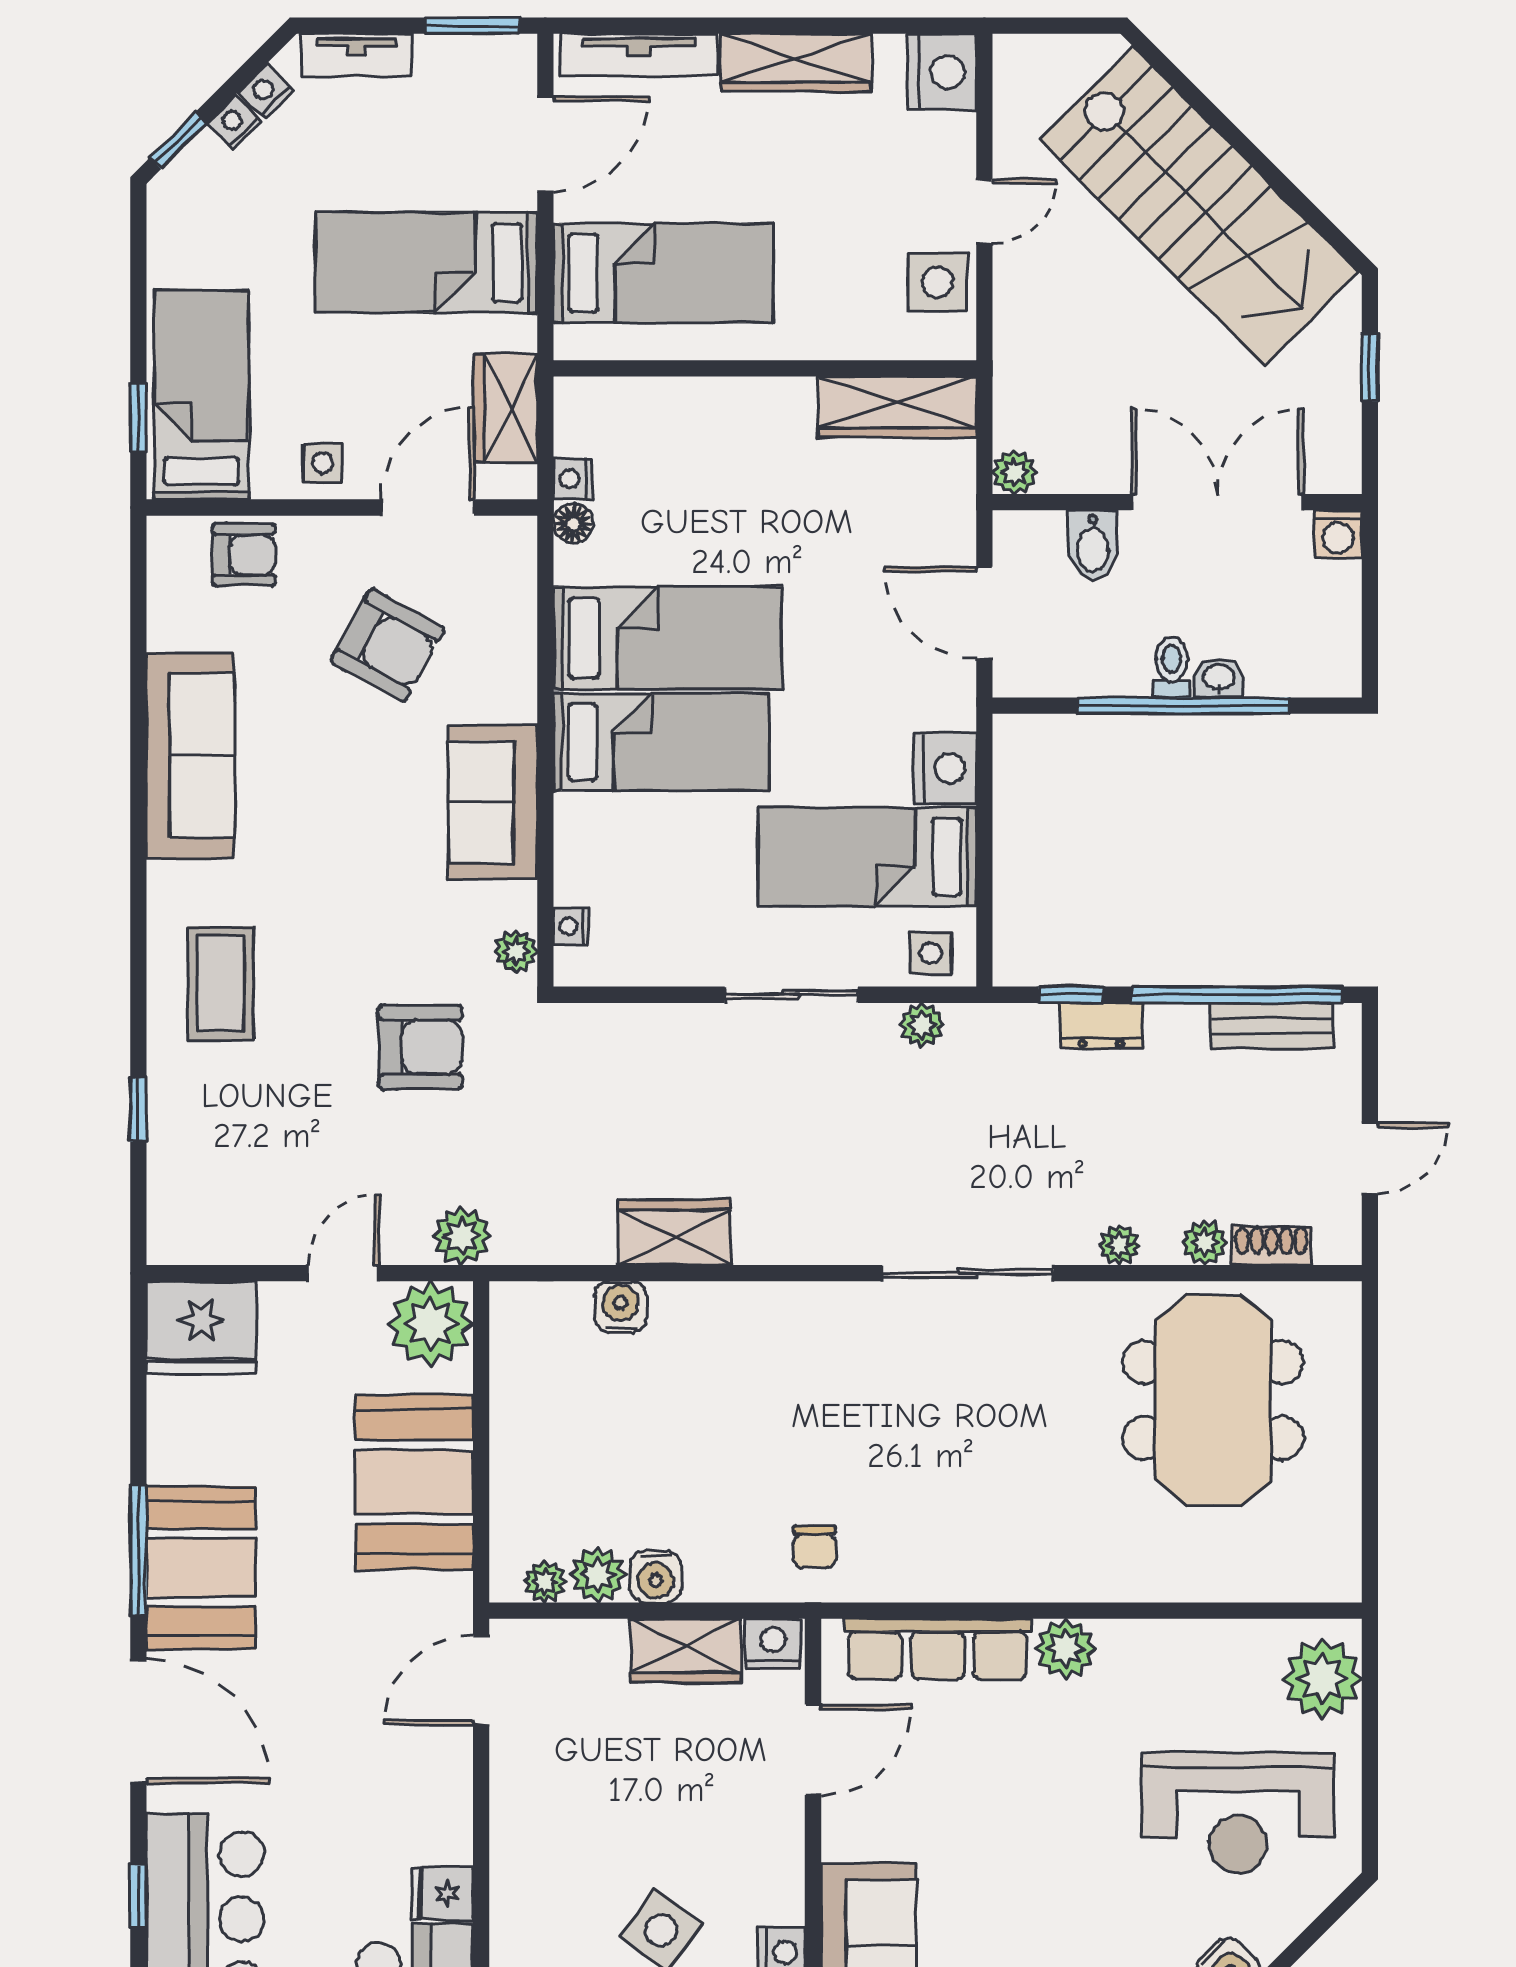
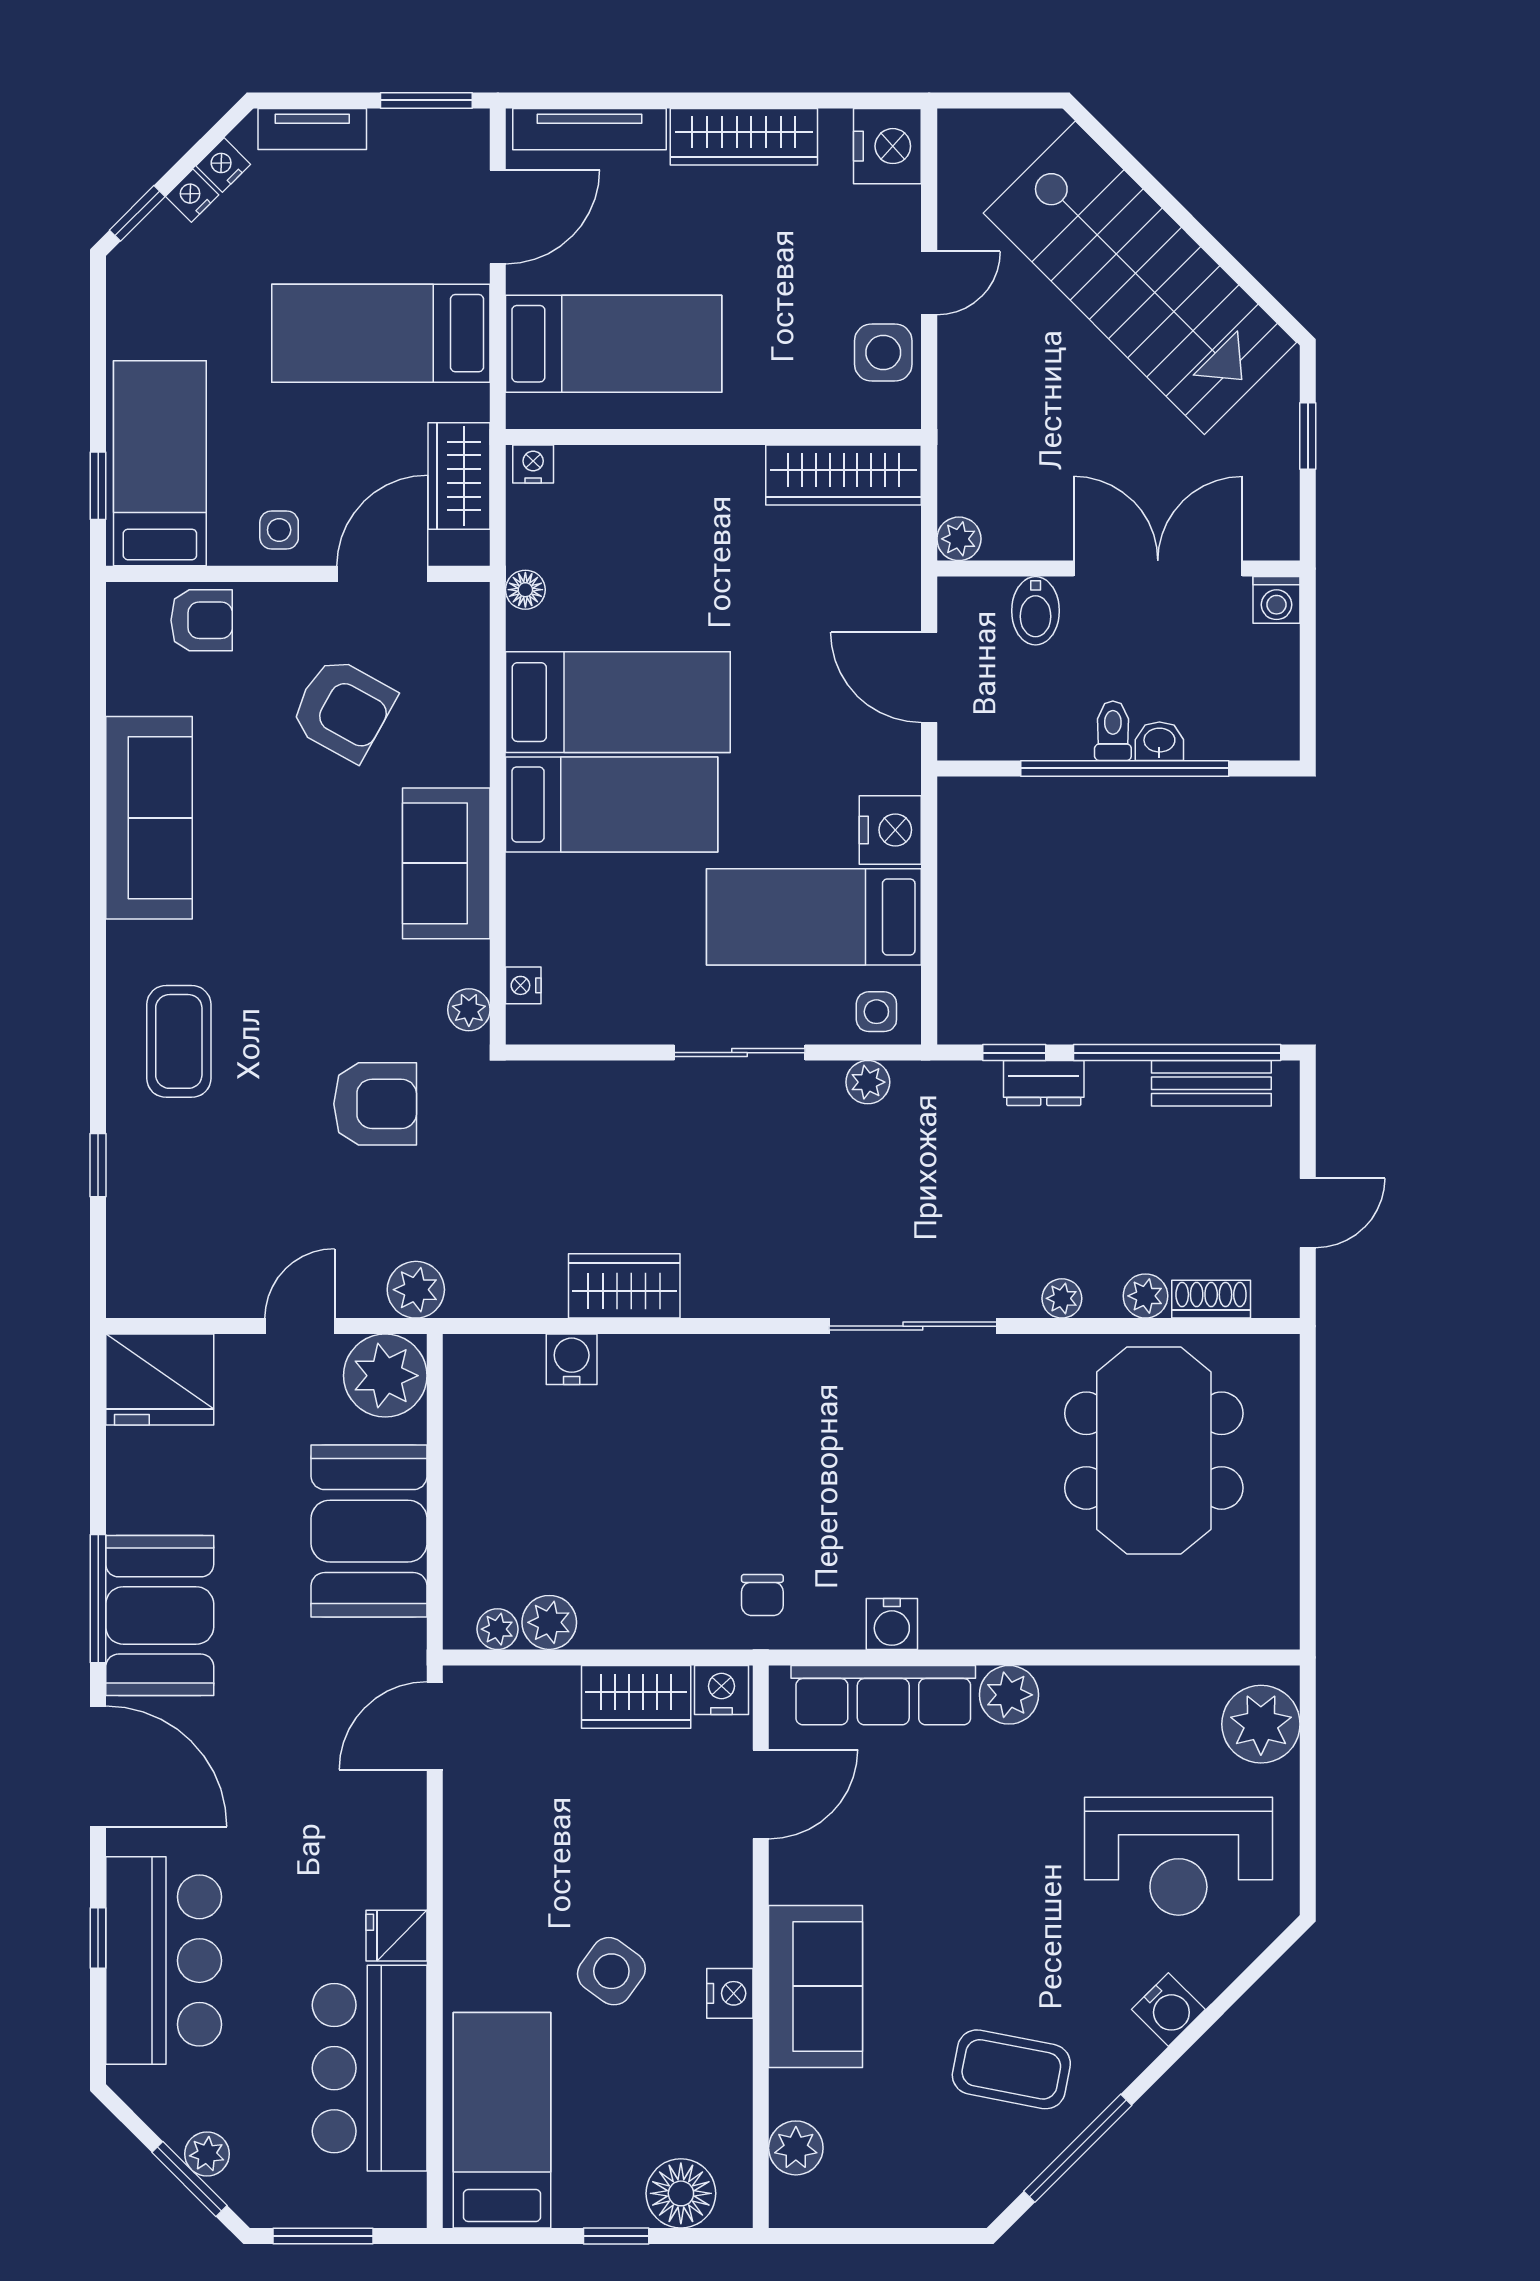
nightstand: (573, 479) -> (533, 464), moved, turned 90
water cooler: (656, 1576) -> (892, 1624), moved

